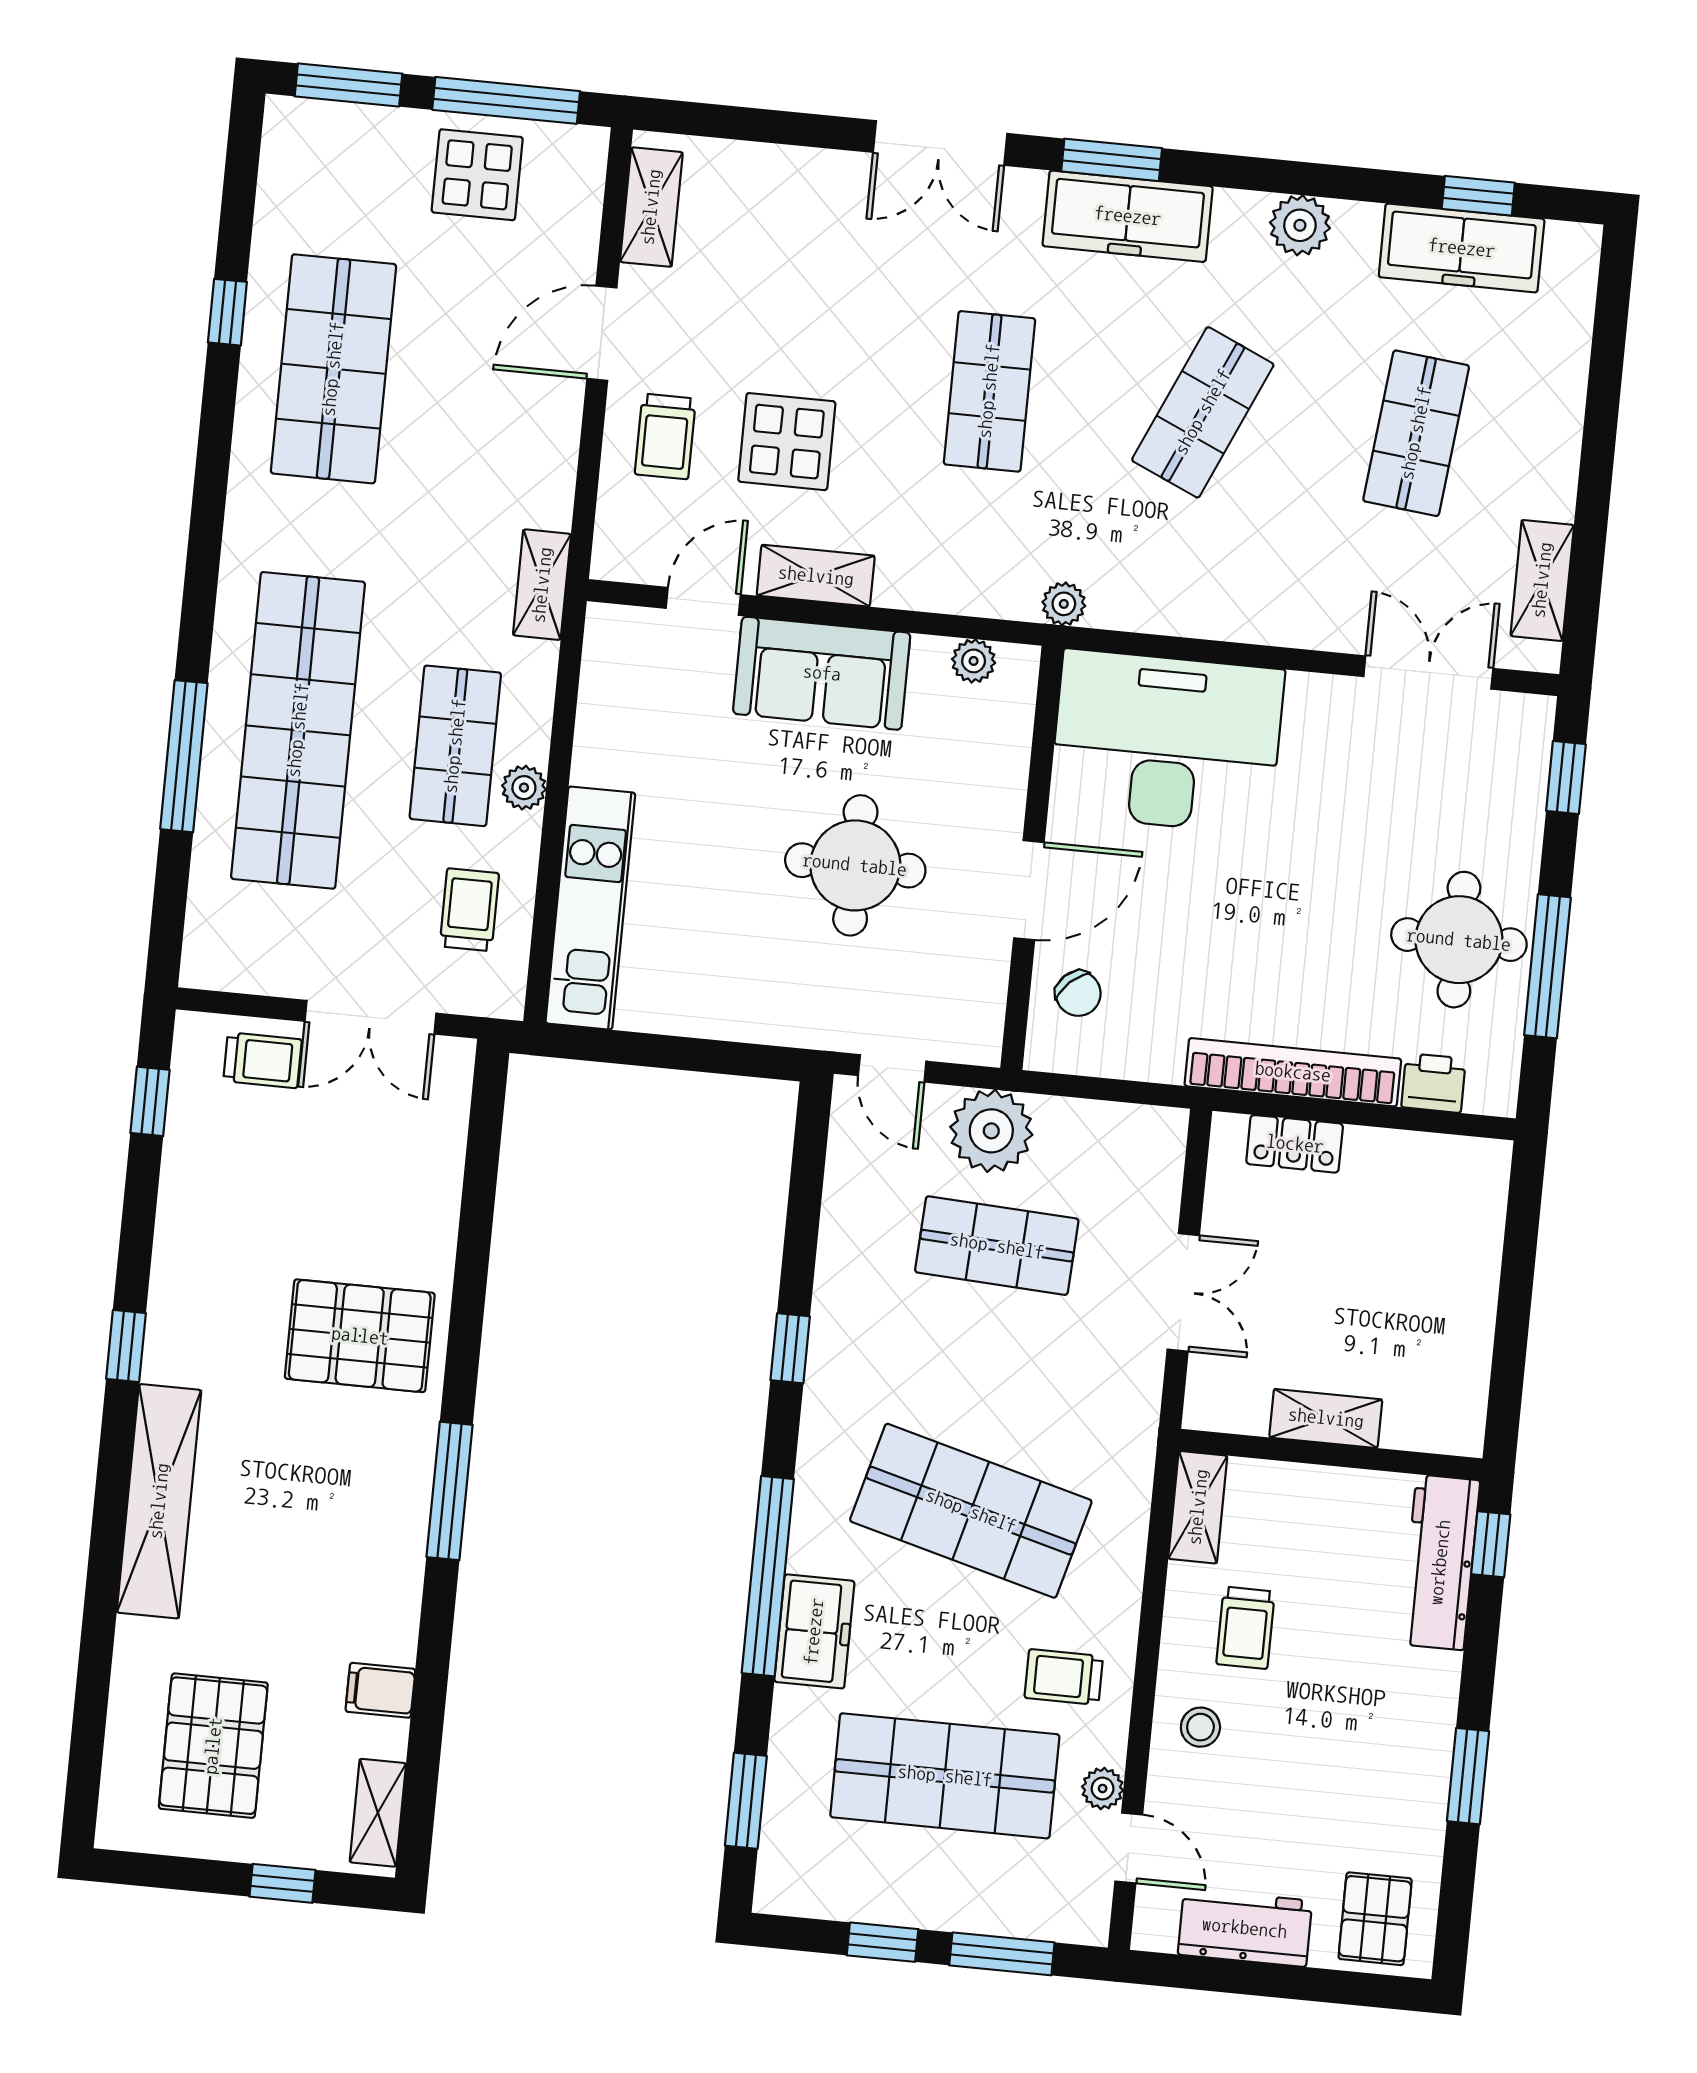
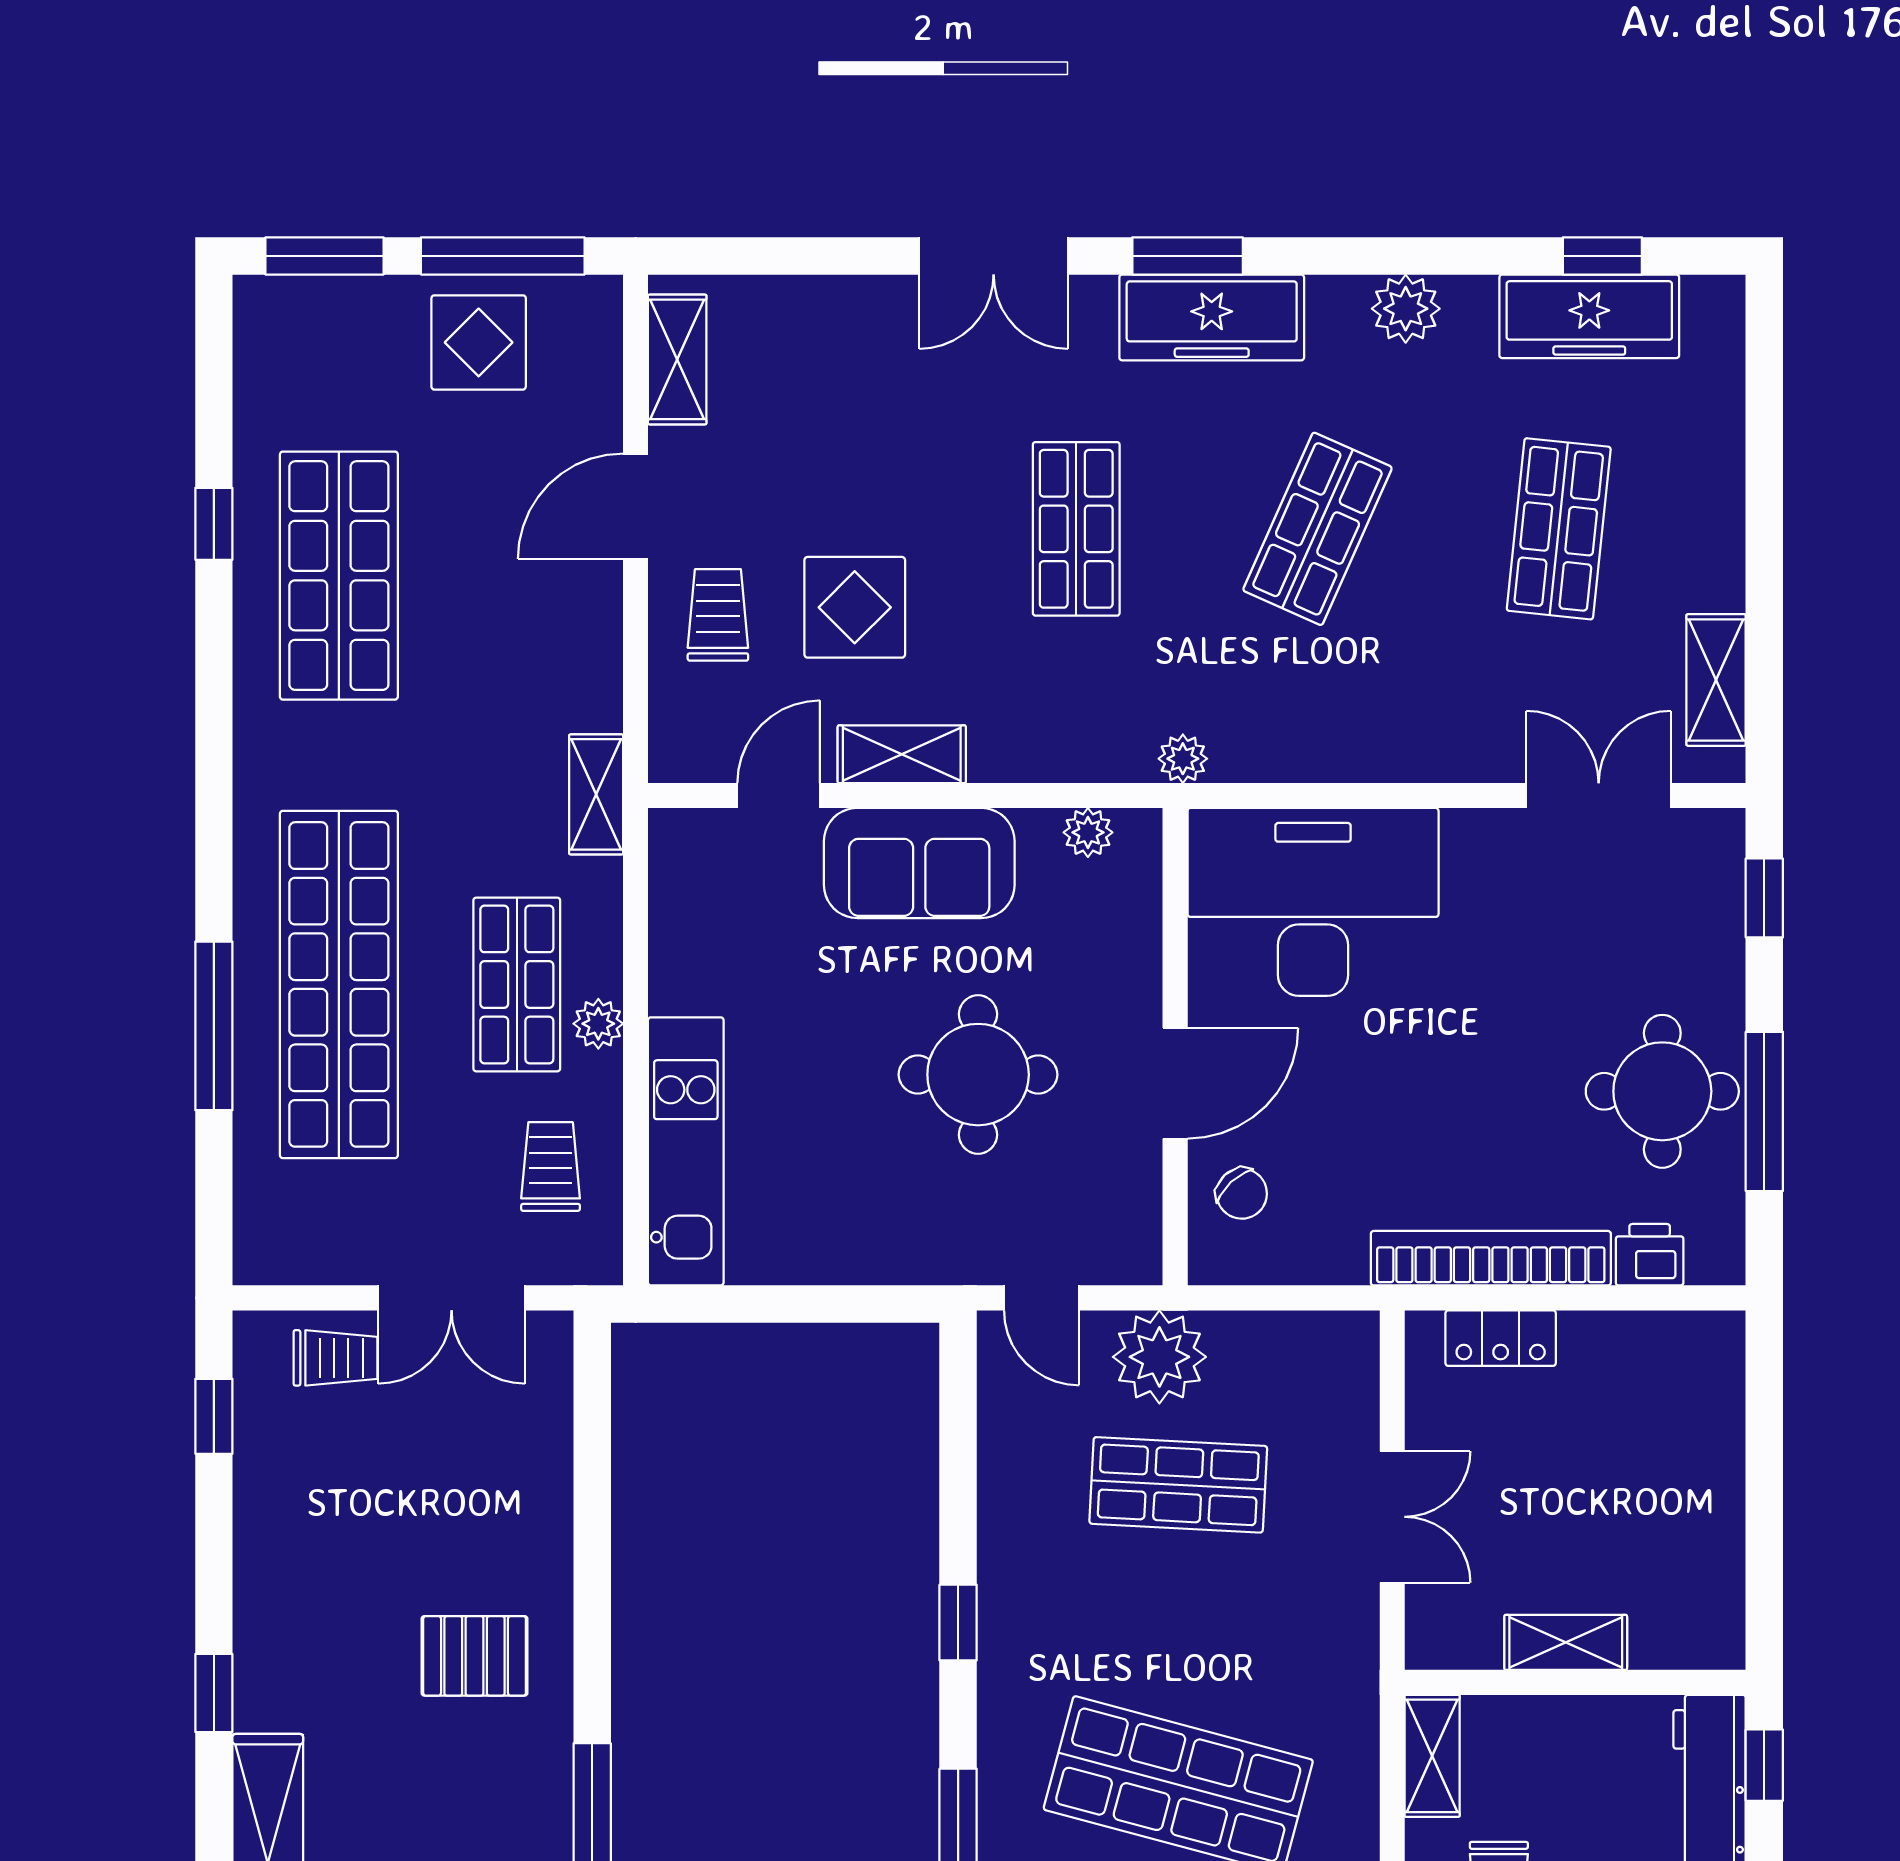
trolley: (665, 436) -> (718, 615), turned 180
pallet: (360, 1336) -> (475, 1656), width x0.67, depth x0.71

